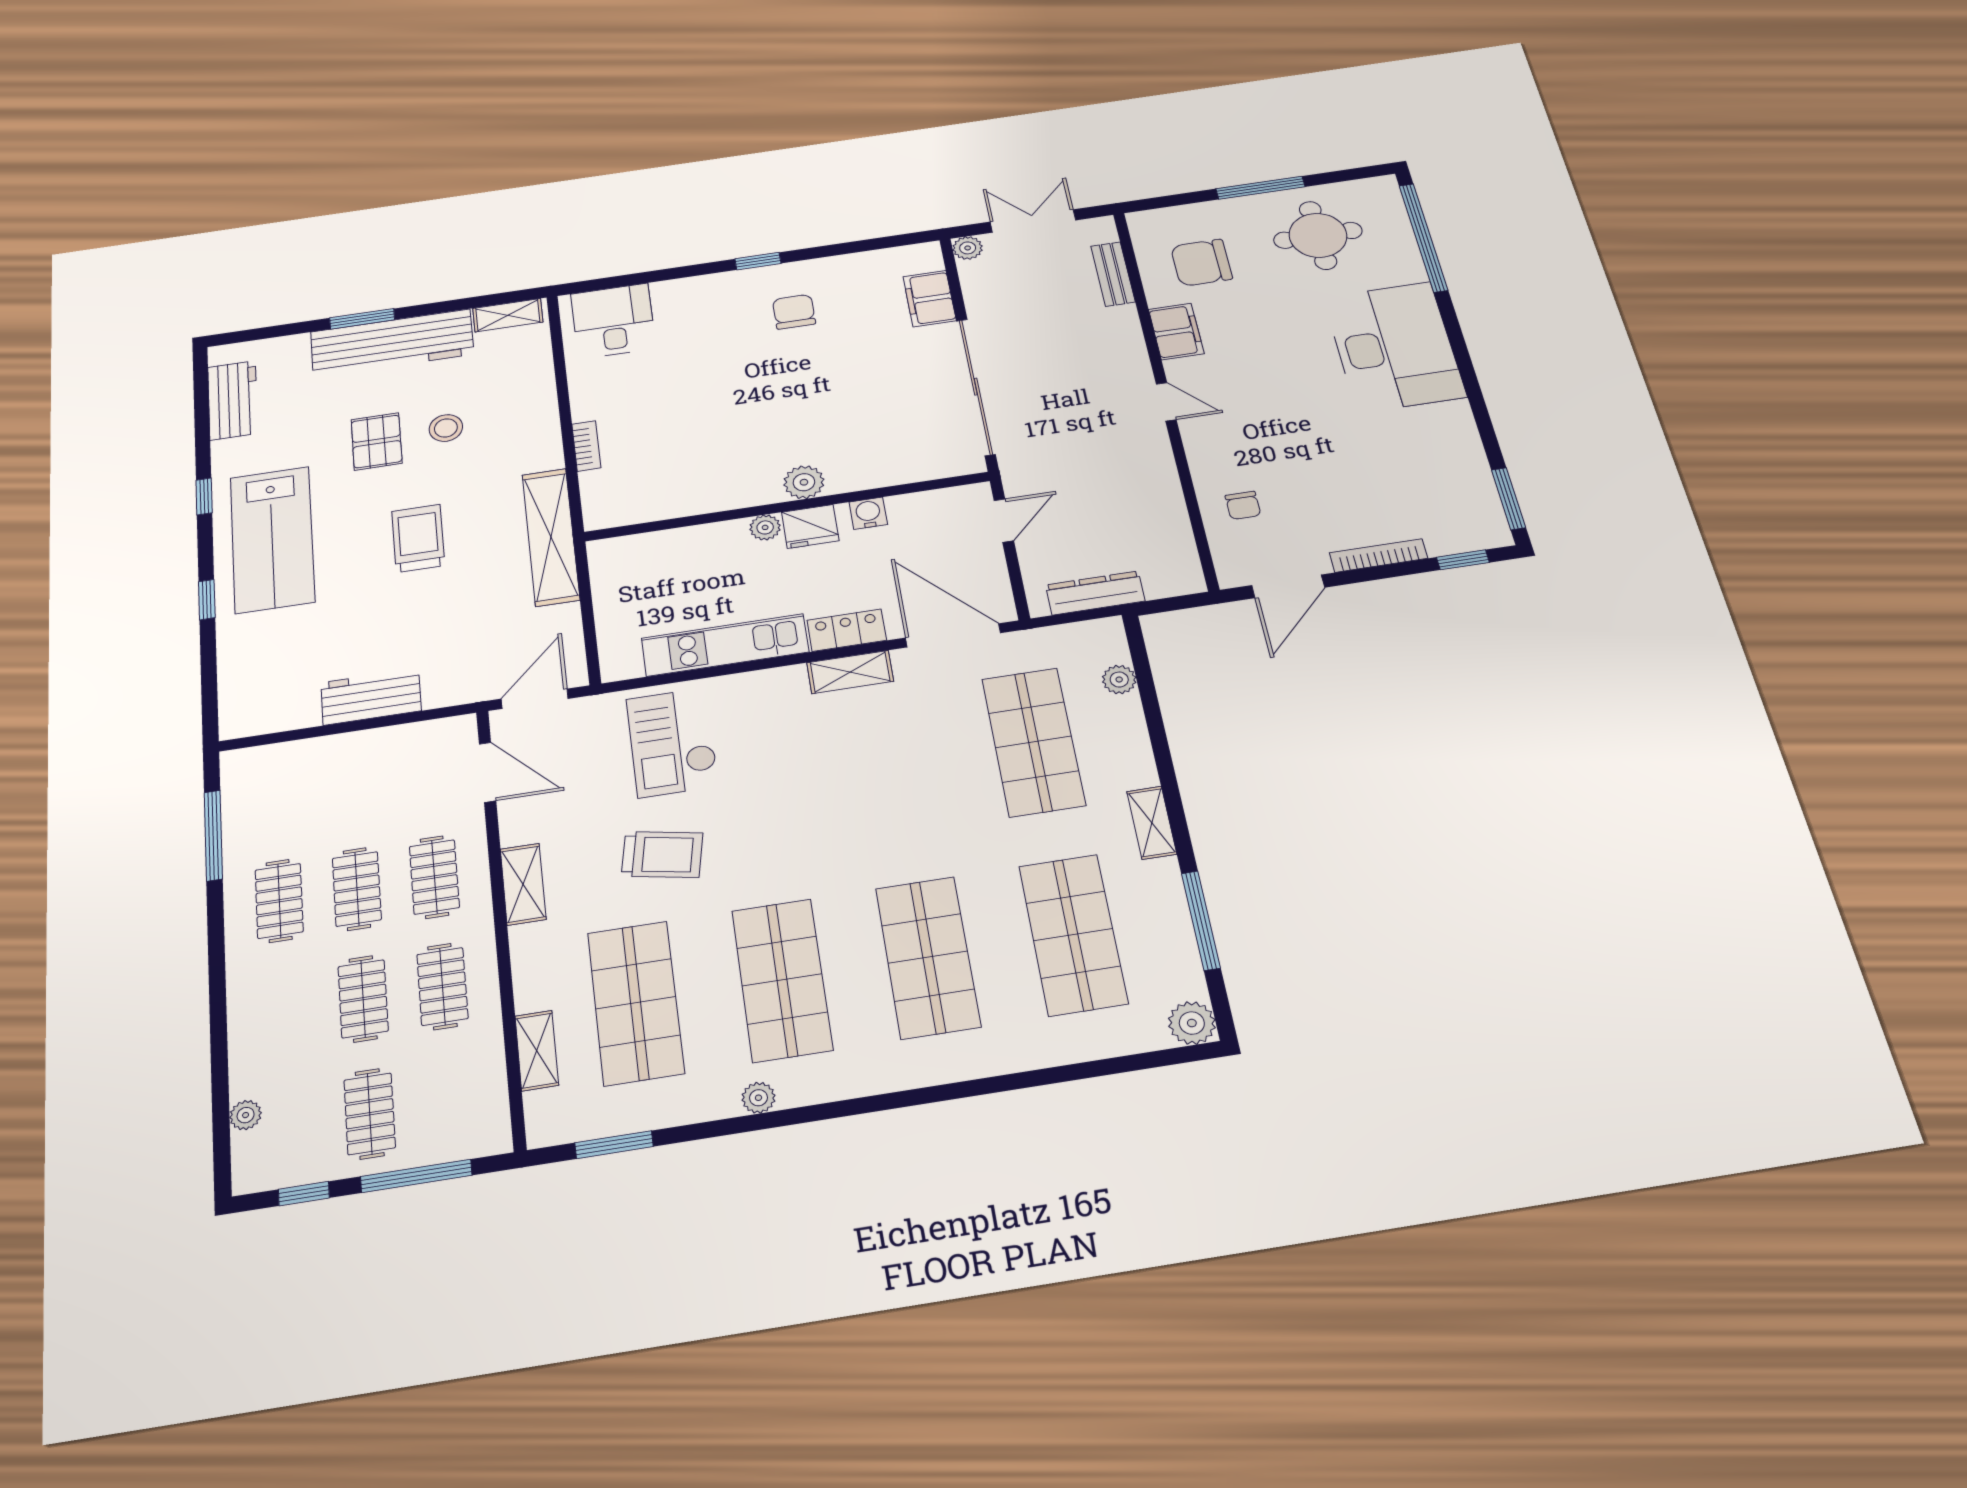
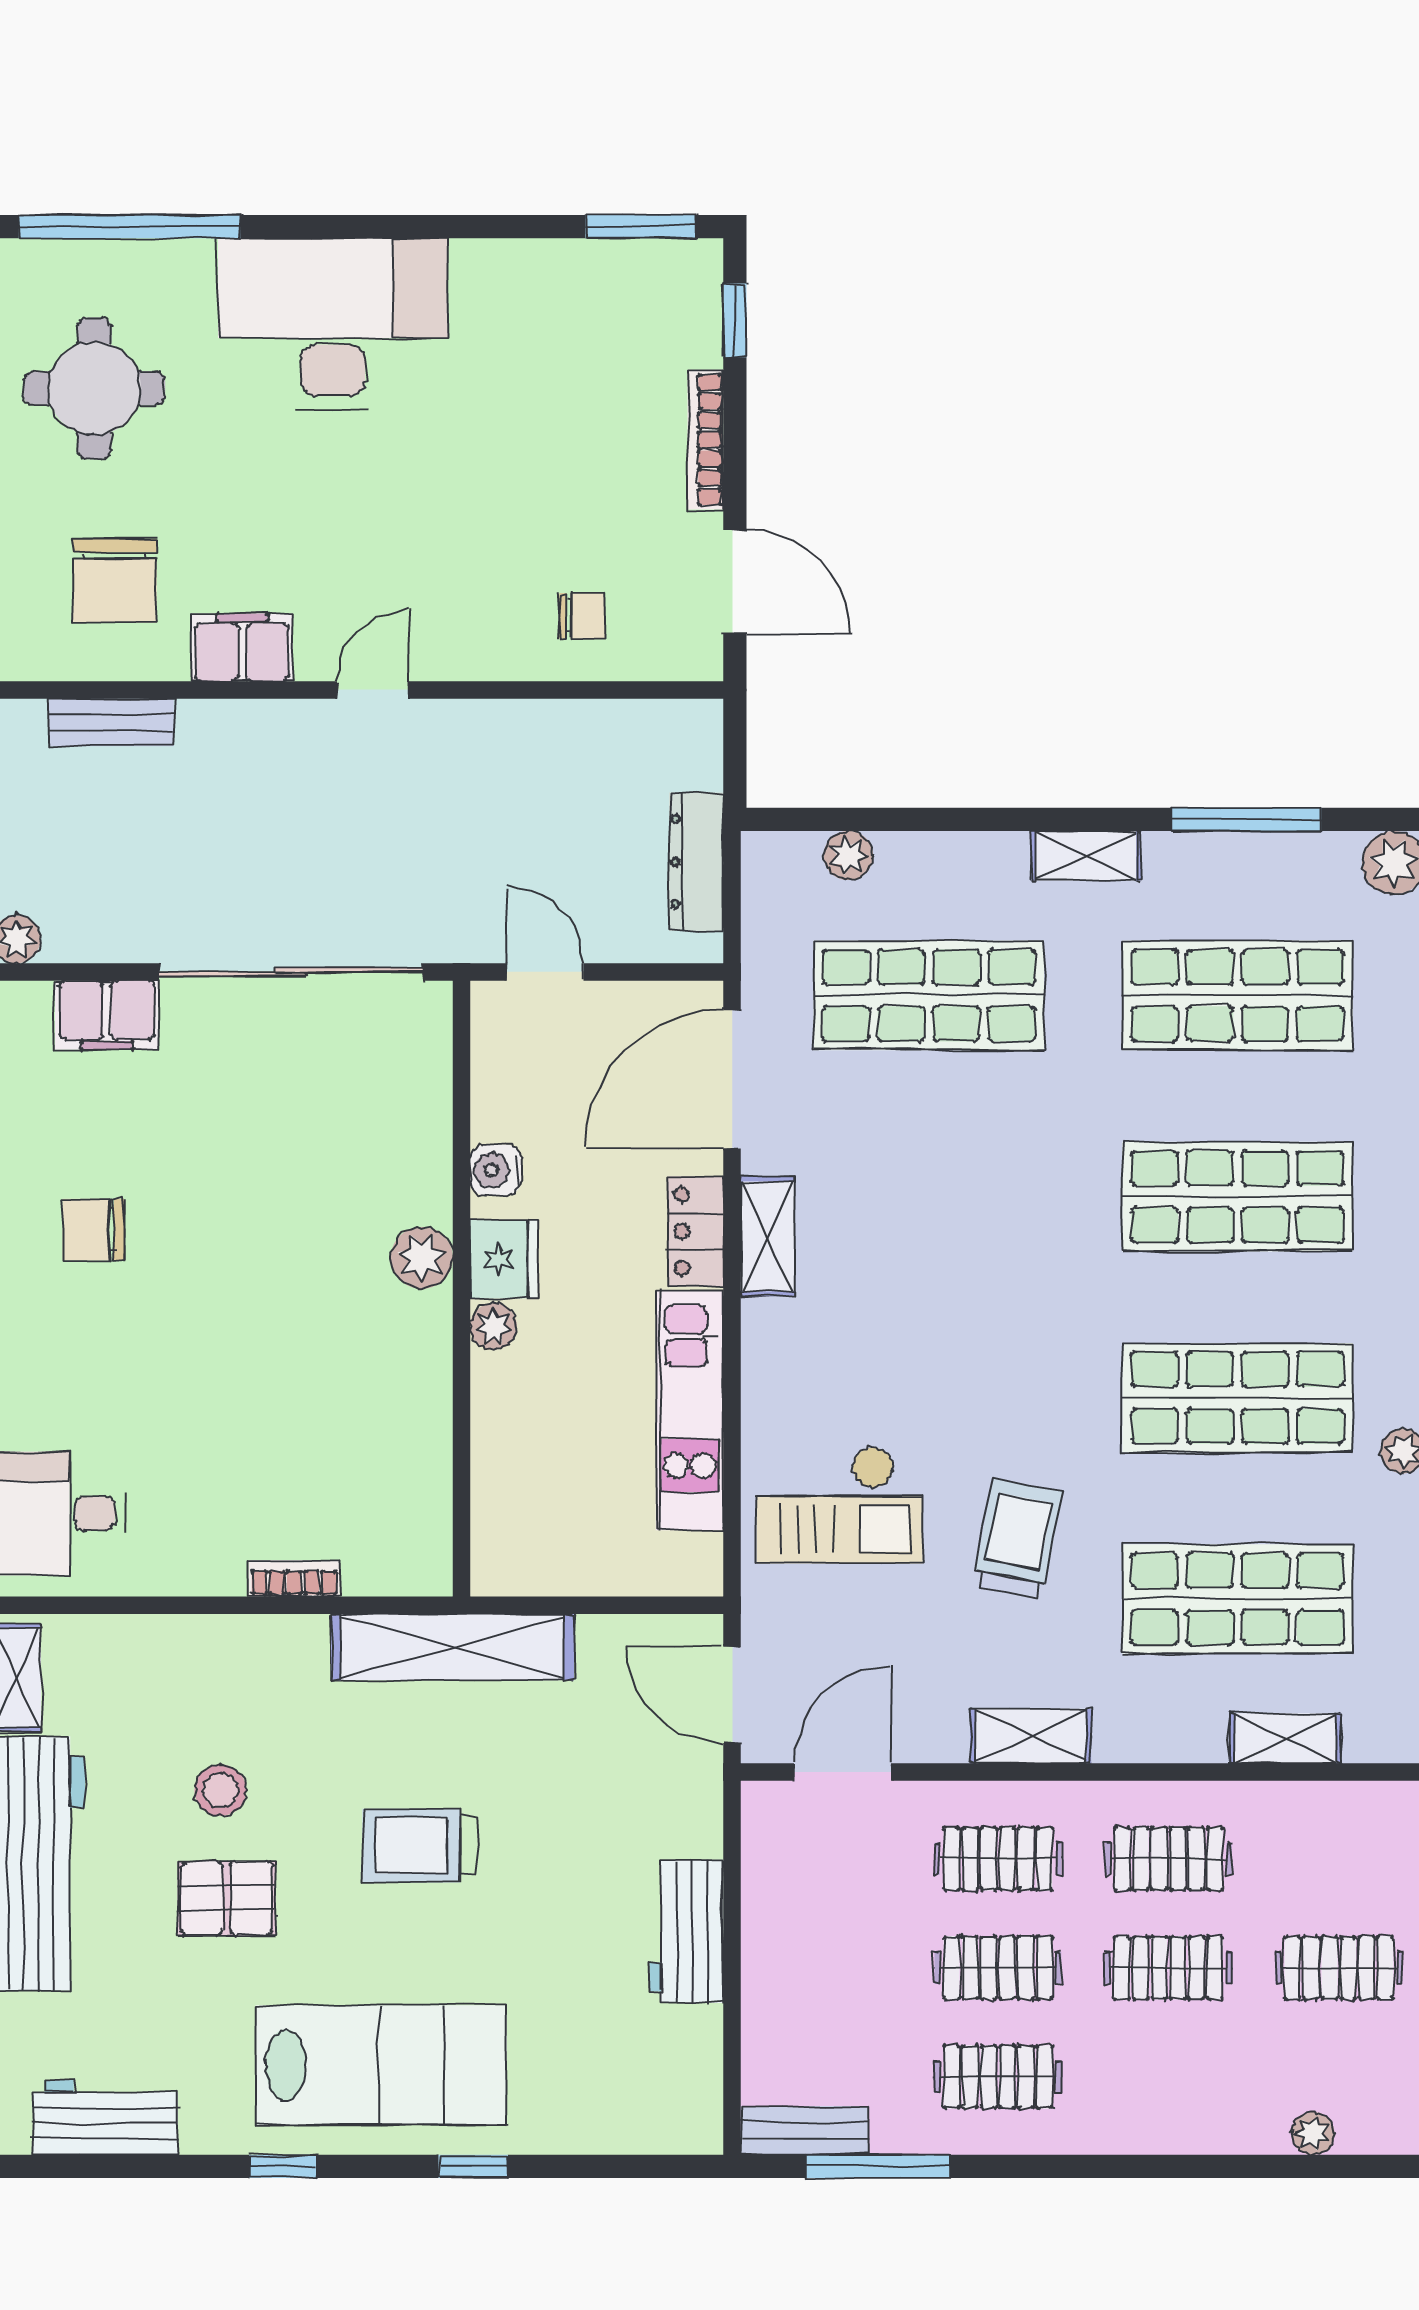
bench: (237, 787) -> (805, 2131), added

